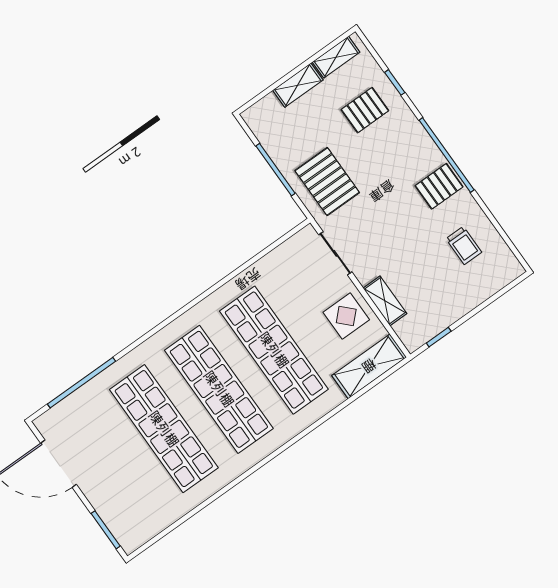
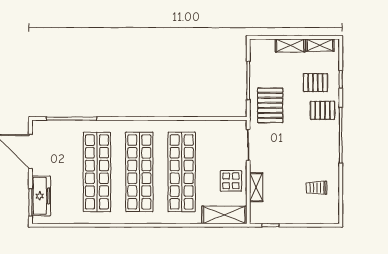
pallet: (439, 186) -> (323, 110), moved
trolley: (464, 246) -> (317, 188), turned 90
freezer: (113, 511) -> (41, 196), added

